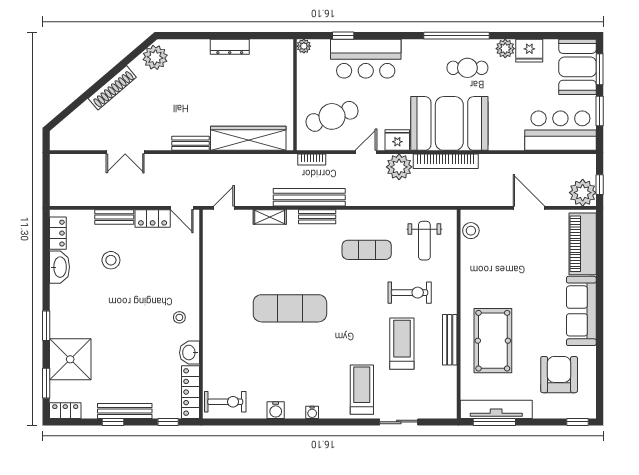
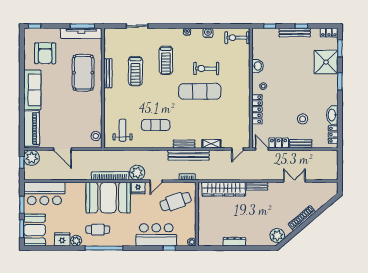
exercise bike: (410, 293) -> (206, 68), moved
treadmill: (362, 390) -> (166, 60), moved
locker: (190, 392) -> (257, 109), moved

